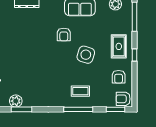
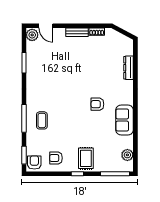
rug: (119, 46) -> (86, 158), turned 90
side table: (86, 55) -> (78, 126), removed
plant: (16, 101) -> (32, 57), removed

